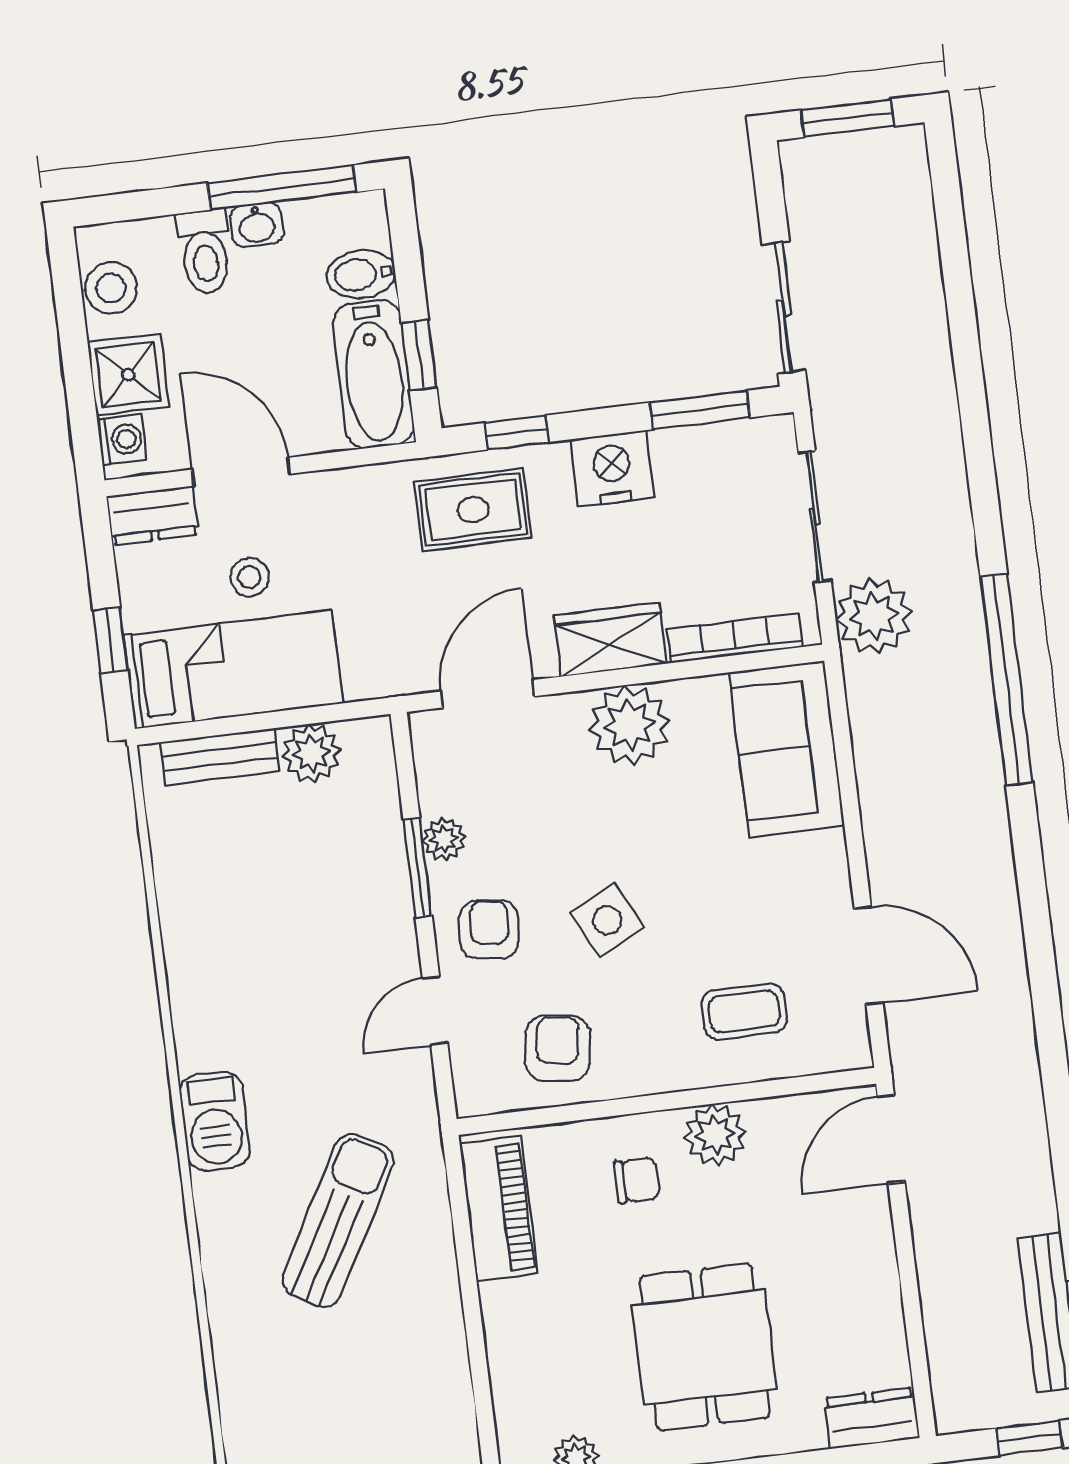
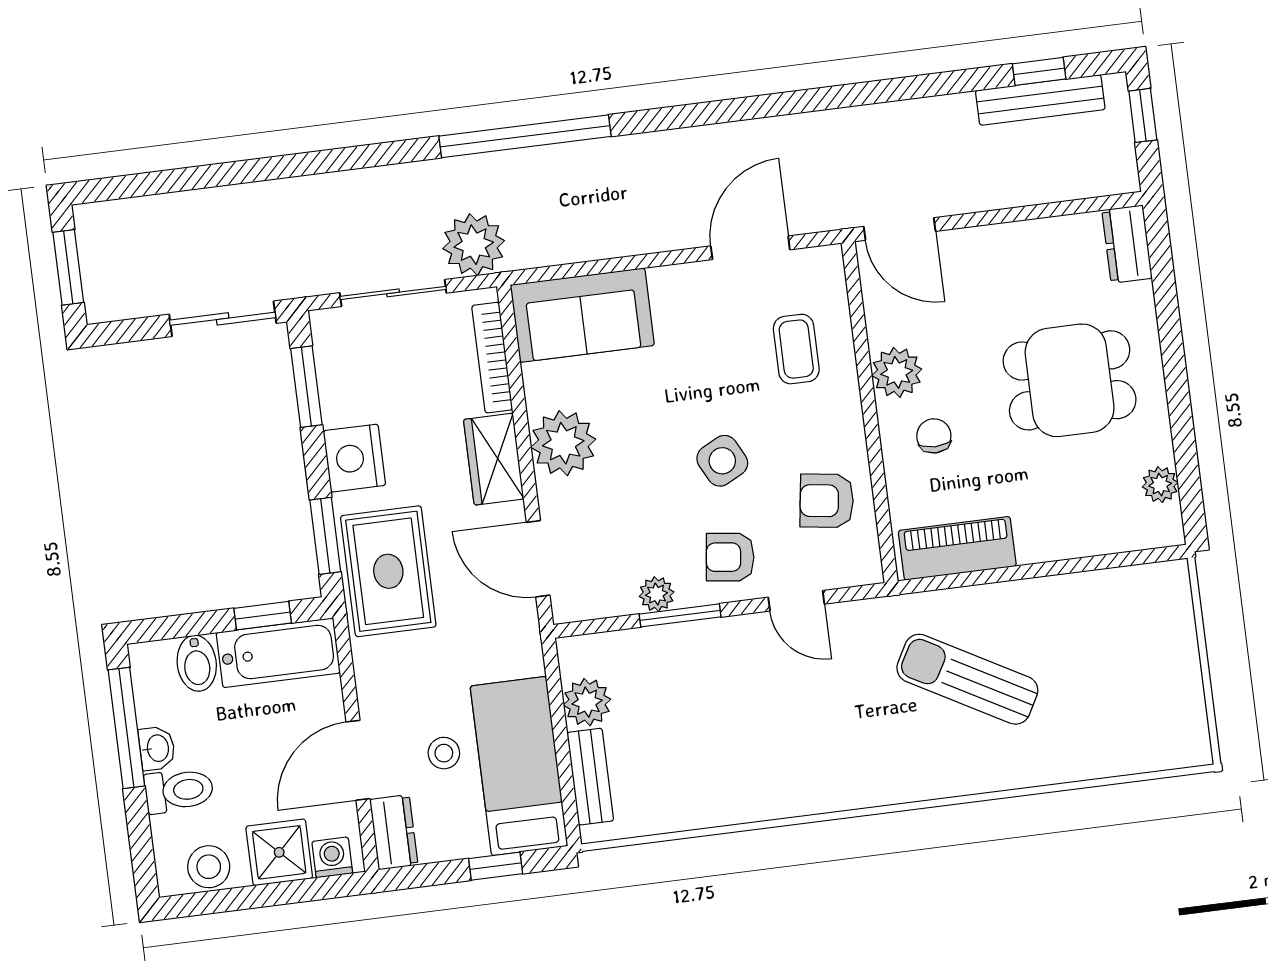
window: (517, 433) -> (325, 536), width x1.50
rug: (473, 510) -> (388, 571), width x1.36, depth x1.43
barbecue: (215, 1121) -> (887, 780), removed

